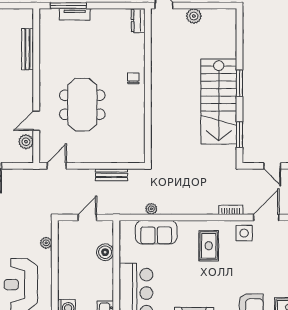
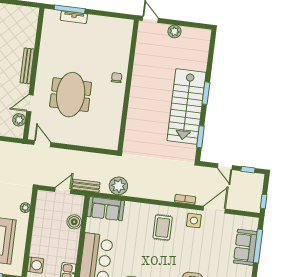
dresser: (138, 21) -> (127, 29), removed
bench: (28, 49) -> (27, 66), moved
door: (57, 166) -> (42, 144), hinge flipped
bench: (111, 175) -> (86, 186), moved
plant: (151, 209) -> (118, 186), width x1.88, depth x1.88
sofa: (156, 232) -> (106, 209), moved

